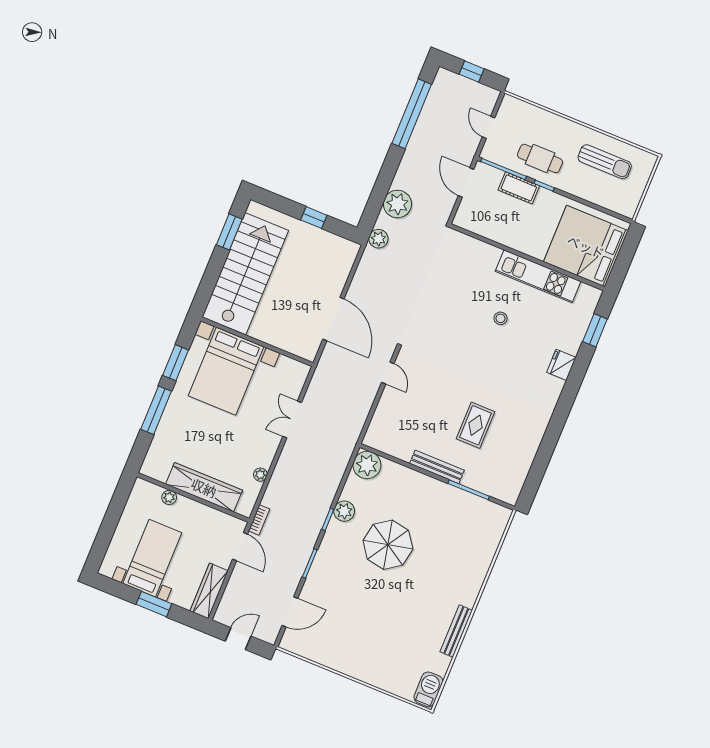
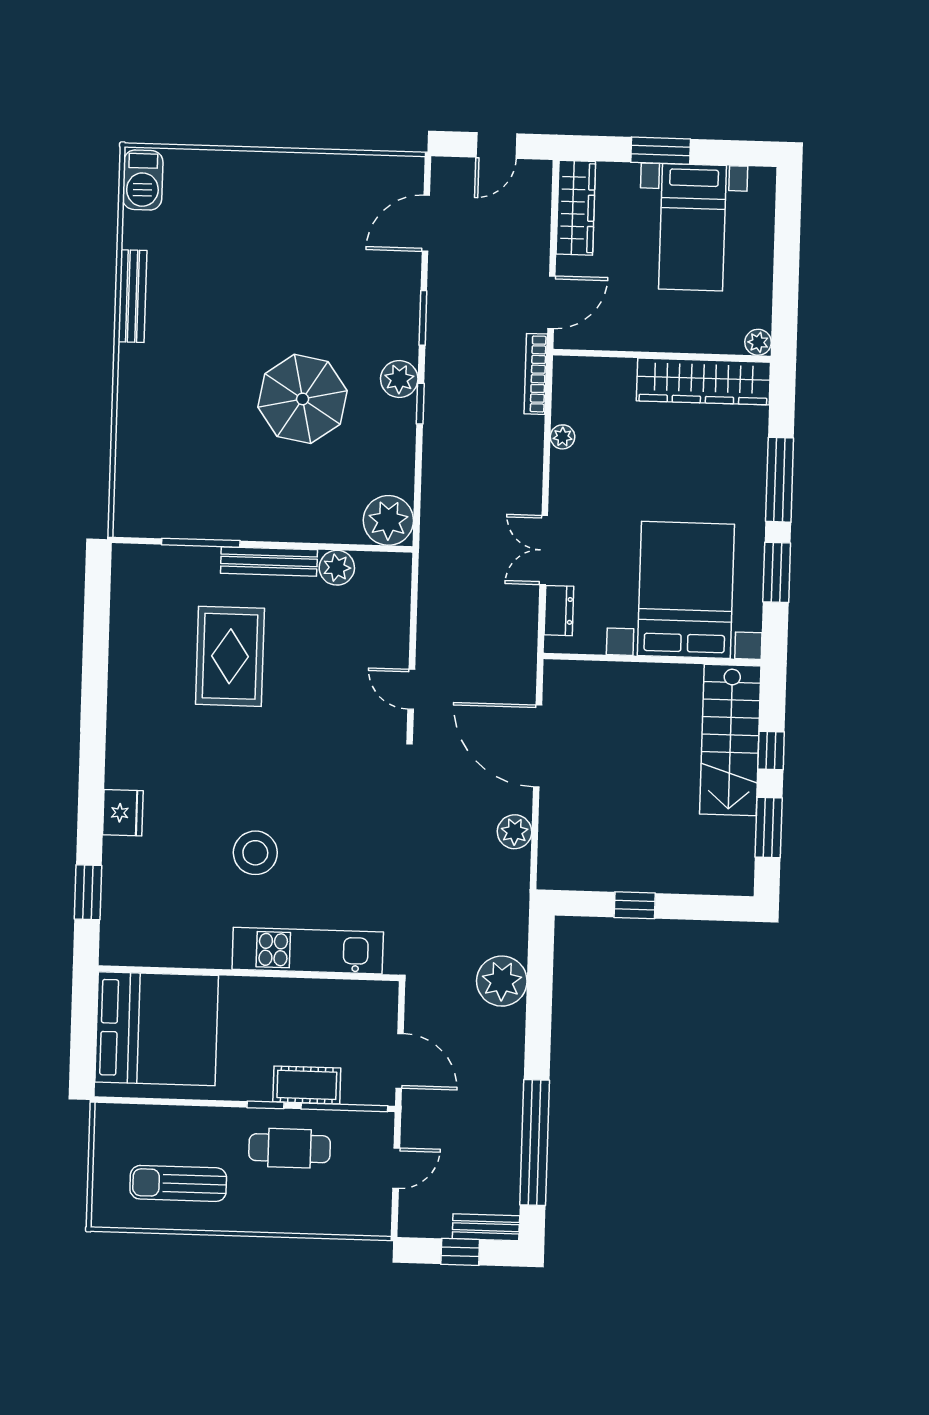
bench: (453, 79) -> (486, 1227), added
door: (489, 127) -> (396, 1168), hinge flipped
plant: (378, 239) -> (515, 832), moved
window: (213, 271) -> (771, 750), added
stairs: (245, 274) -> (730, 740), width x0.73, depth x0.66
kitchen unit: (538, 276) -> (308, 951), moved
stool: (500, 318) -> (255, 853), width x1.89, depth x1.89
dresser: (296, 385) -> (559, 611), added
double door: (292, 420) -> (544, 550), swing flipped
rug: (476, 425) -> (230, 656), width x1.36, depth x1.43
plant: (403, 450) -> (337, 568), added
wardrobe: (204, 487) -> (703, 382), moved
plant: (169, 497) -> (758, 342), moved
plant: (344, 511) -> (399, 379), moved
bookcase: (259, 520) -> (536, 374), width x1.56
door: (240, 547) -> (551, 302), swing flipped

